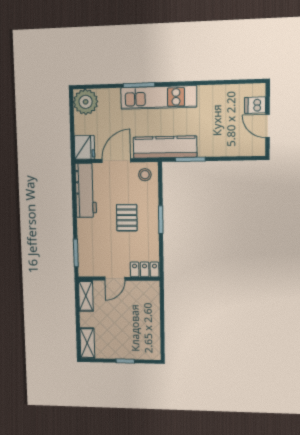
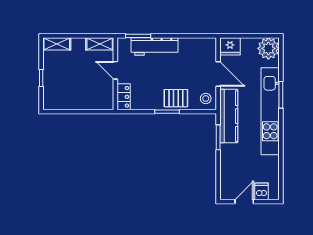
kitchen unit: (159, 97) -> (270, 111), width x1.36
workbench: (86, 190) -> (155, 46), moved
pallet: (127, 218) -> (176, 98), moved

